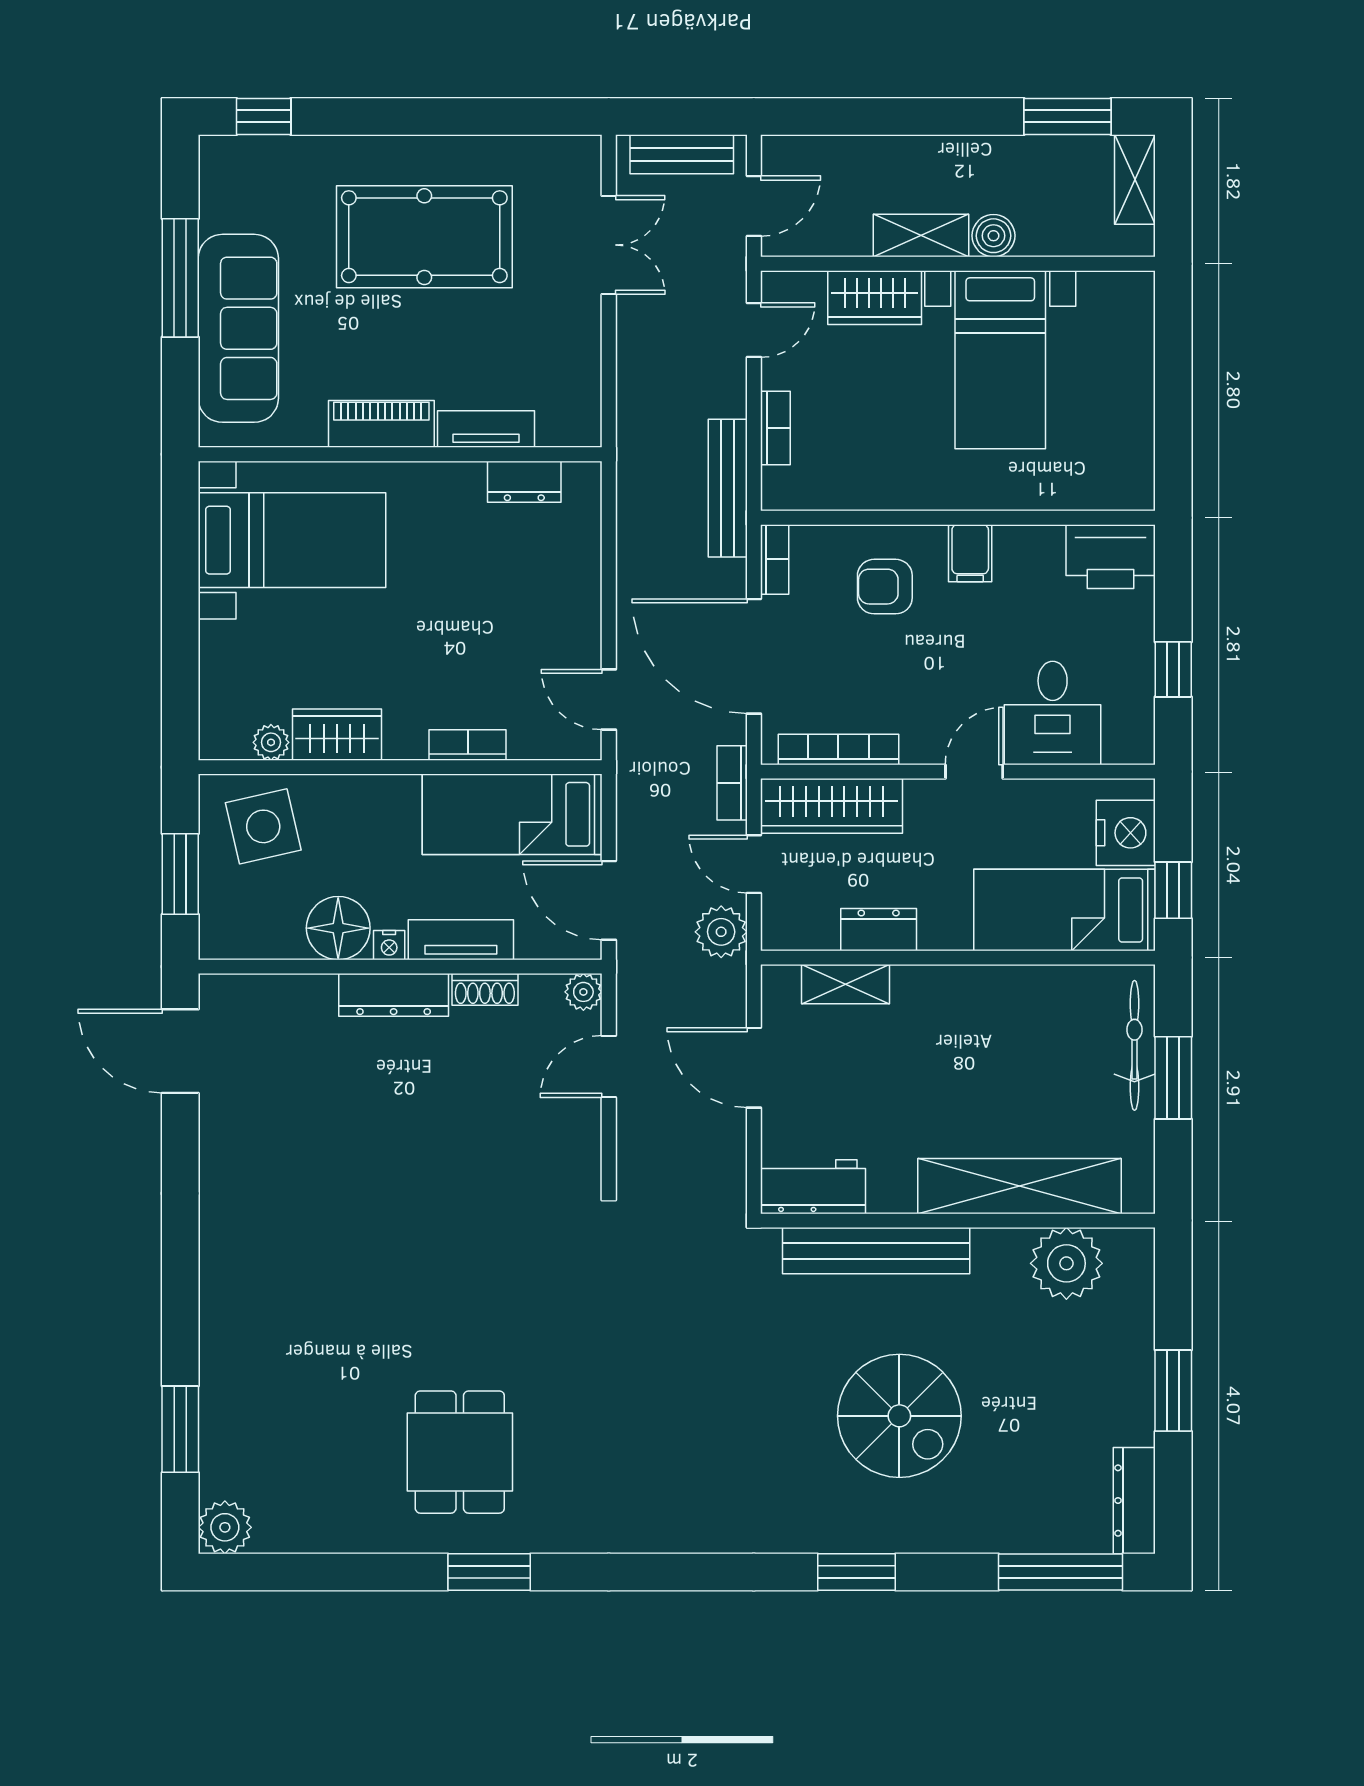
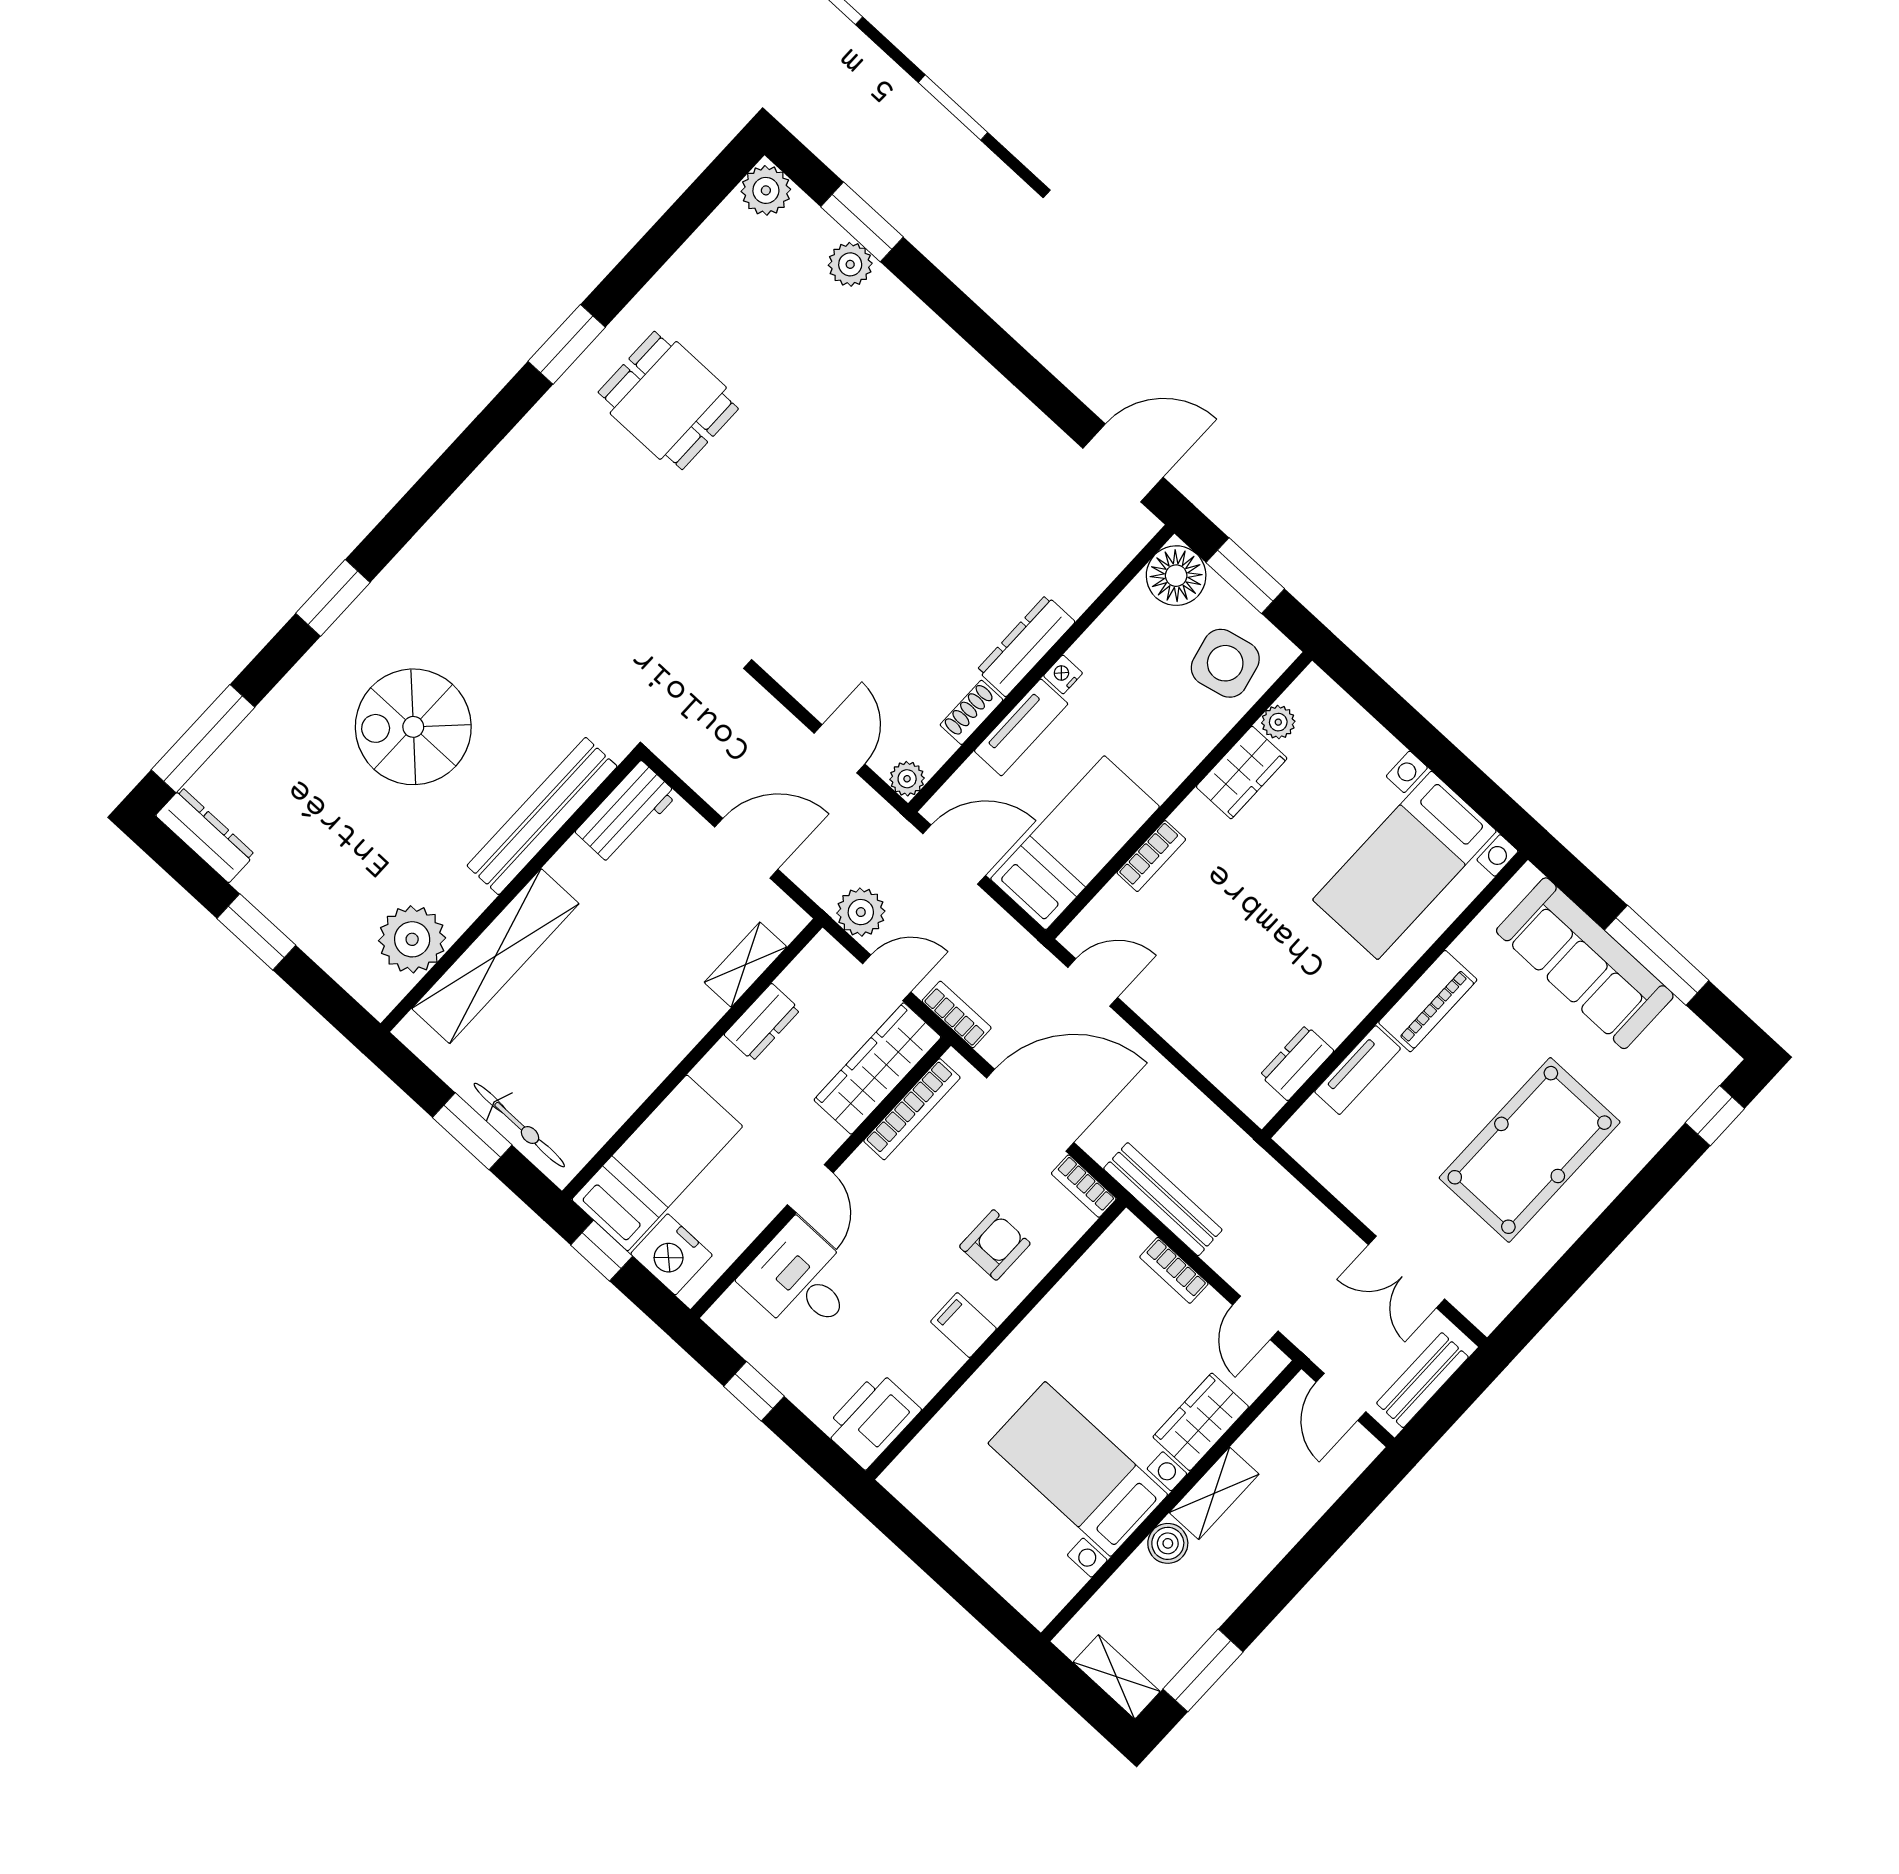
floor lamp: (338, 928) -> (1176, 576), moved
plant: (222, 1408) -> (850, 264), added

